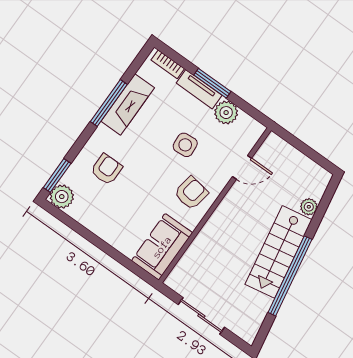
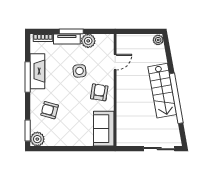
armchair: (106, 169) -> (50, 110), turned -75
plant: (309, 207) -> (158, 40), moved
sliding door: (201, 316) -> (159, 149), moved

